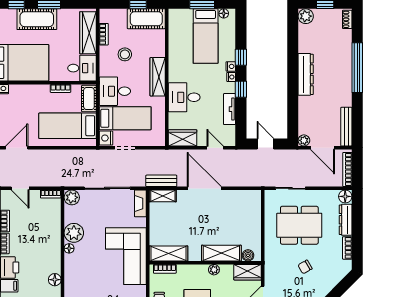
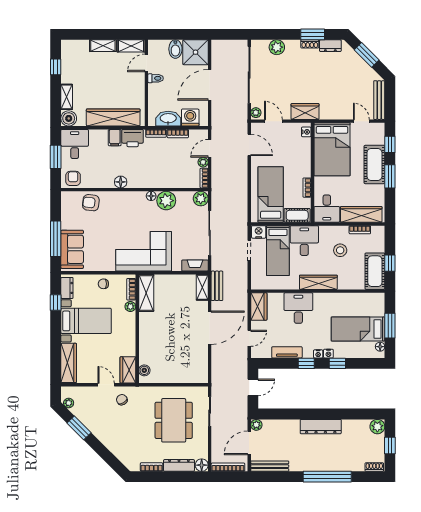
plant: (34, 195) -> (203, 162), added
shelving: (221, 253) -> (146, 344), removed
chair: (305, 267) -> (122, 400), moved
plant: (214, 270) -> (130, 306), moved

